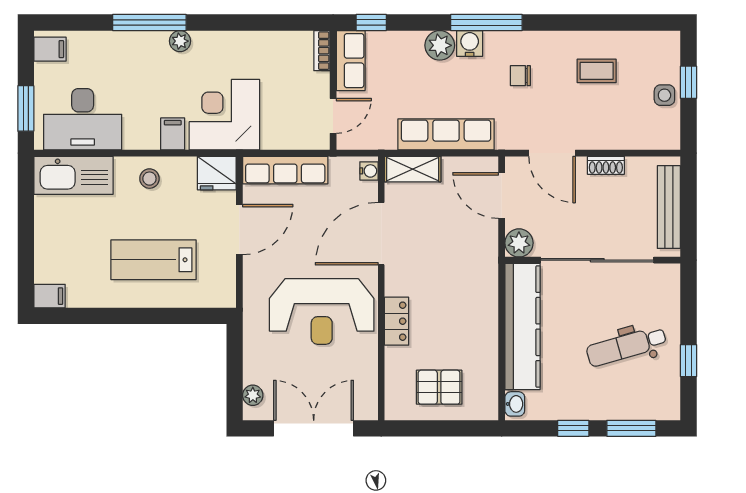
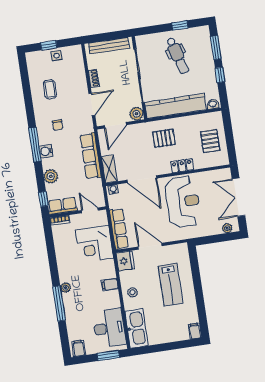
plant: (440, 45) -> (51, 176), moved
corner desk: (224, 115) -> (94, 244), moved
pallet: (459, 292) -> (164, 138), added

